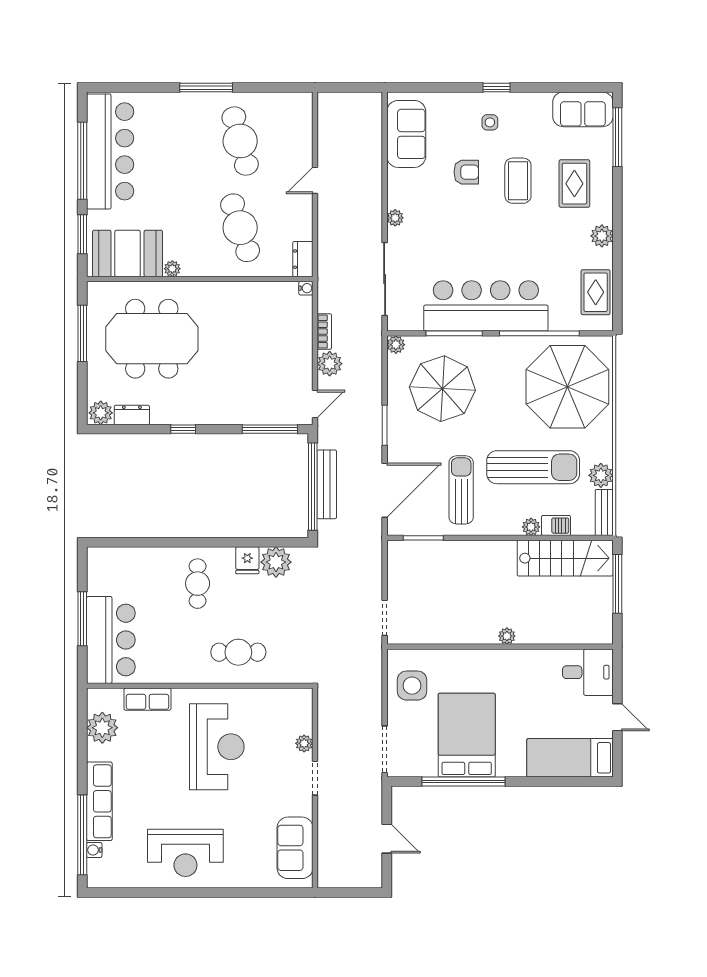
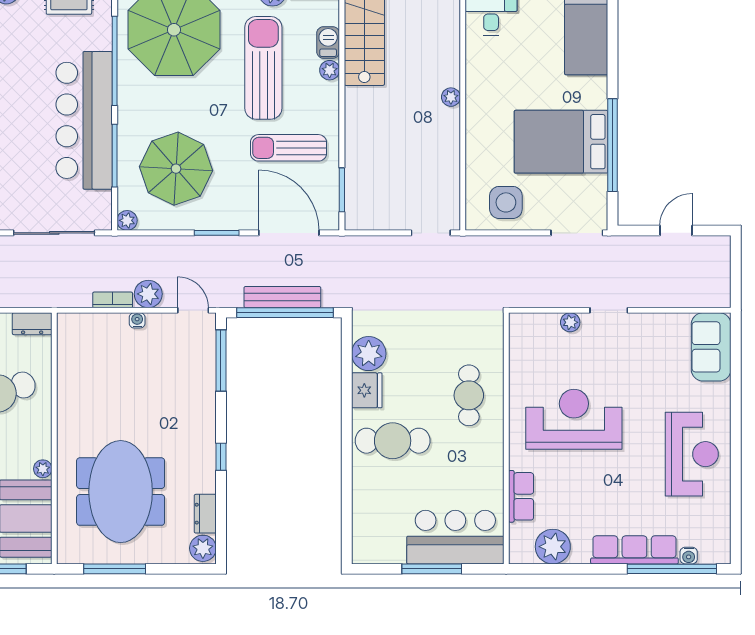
water cooler: (306, 288) -> (137, 320), moved
fridge: (247, 560) -> (367, 390), width x1.38
cafe table: (198, 584) -> (393, 441), width x1.37, depth x1.35
sofa: (295, 848) -> (711, 347), moved, turned 90

